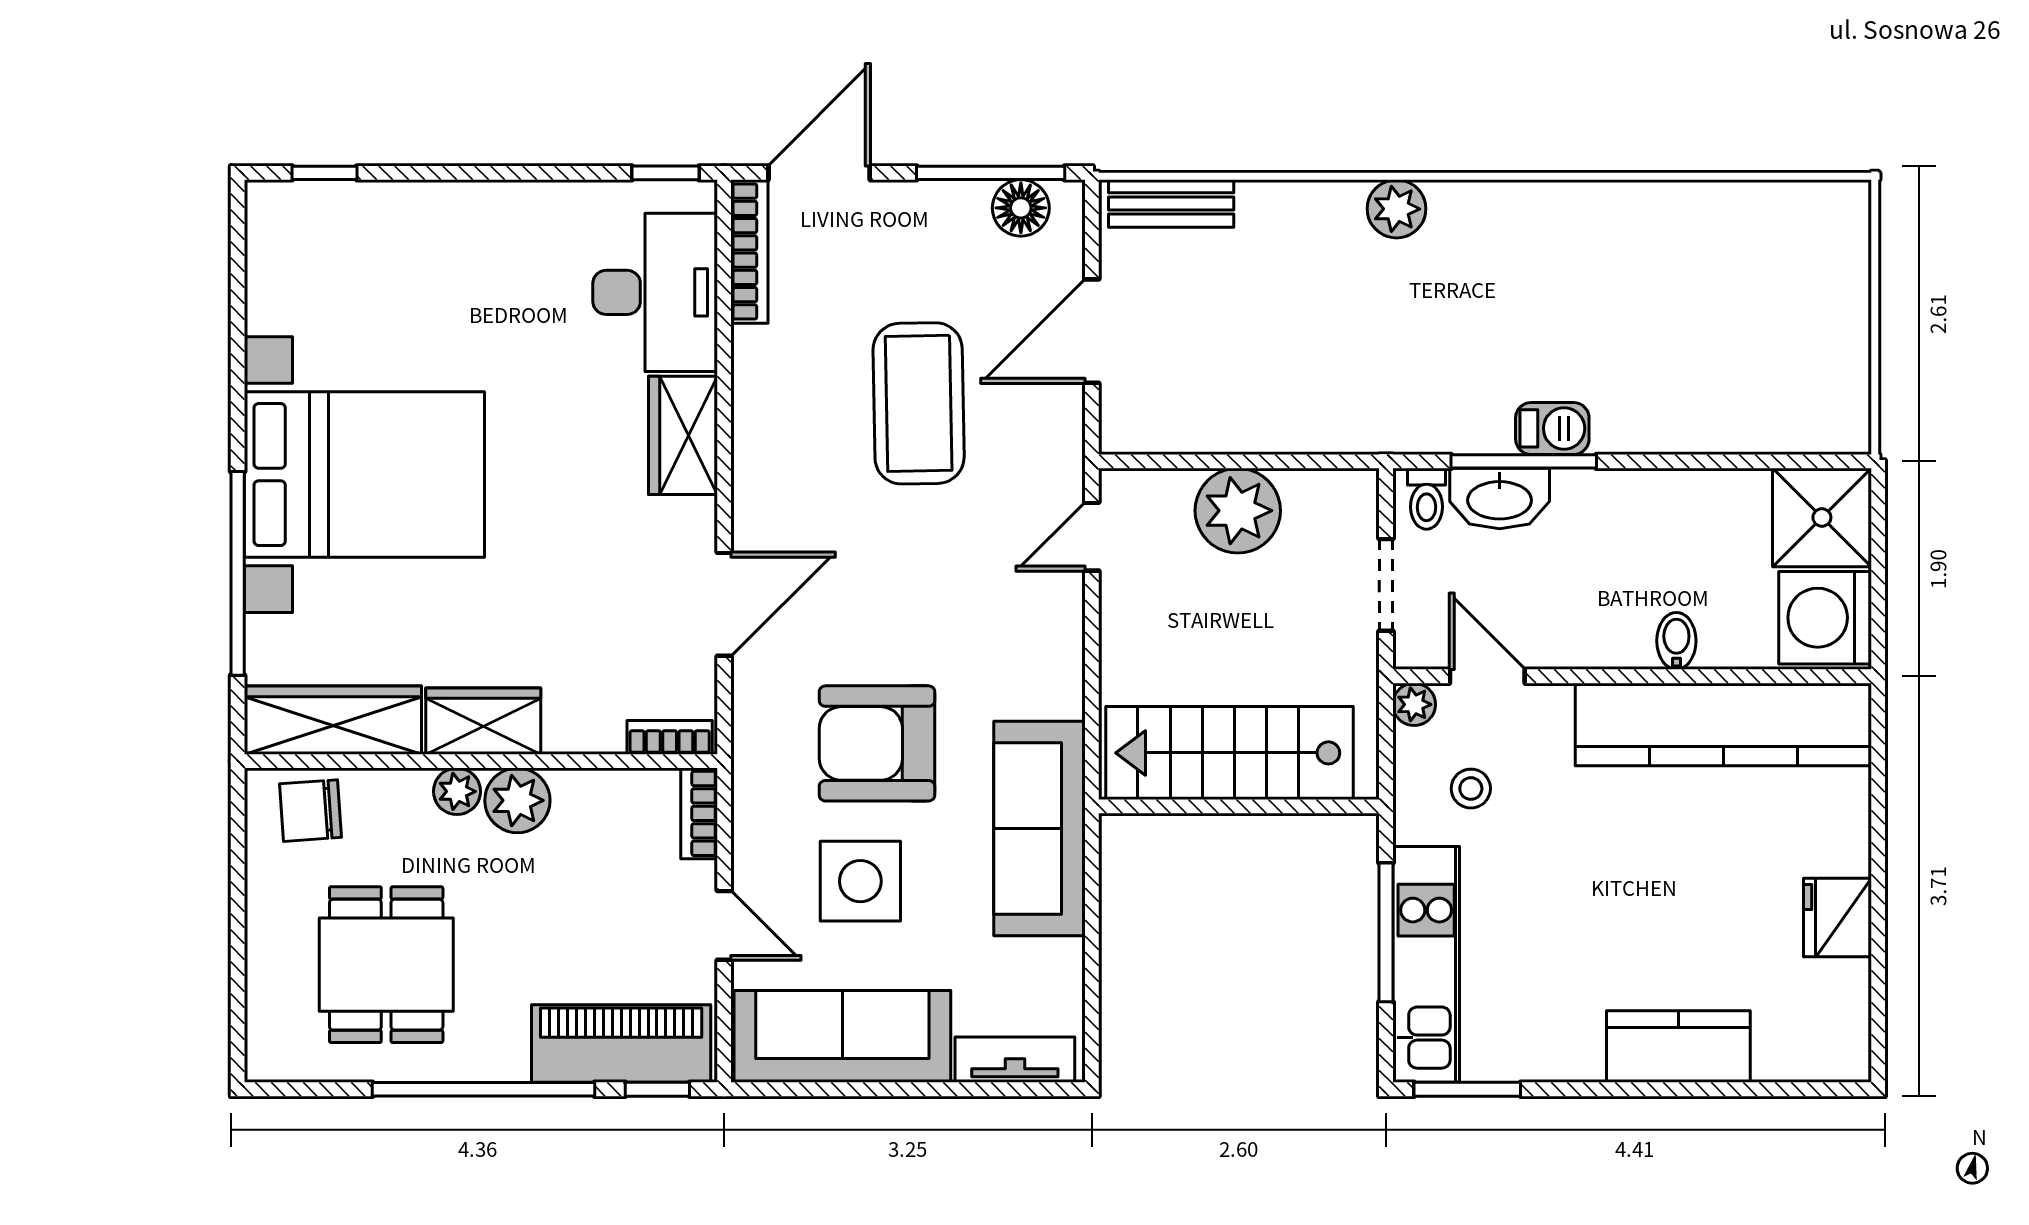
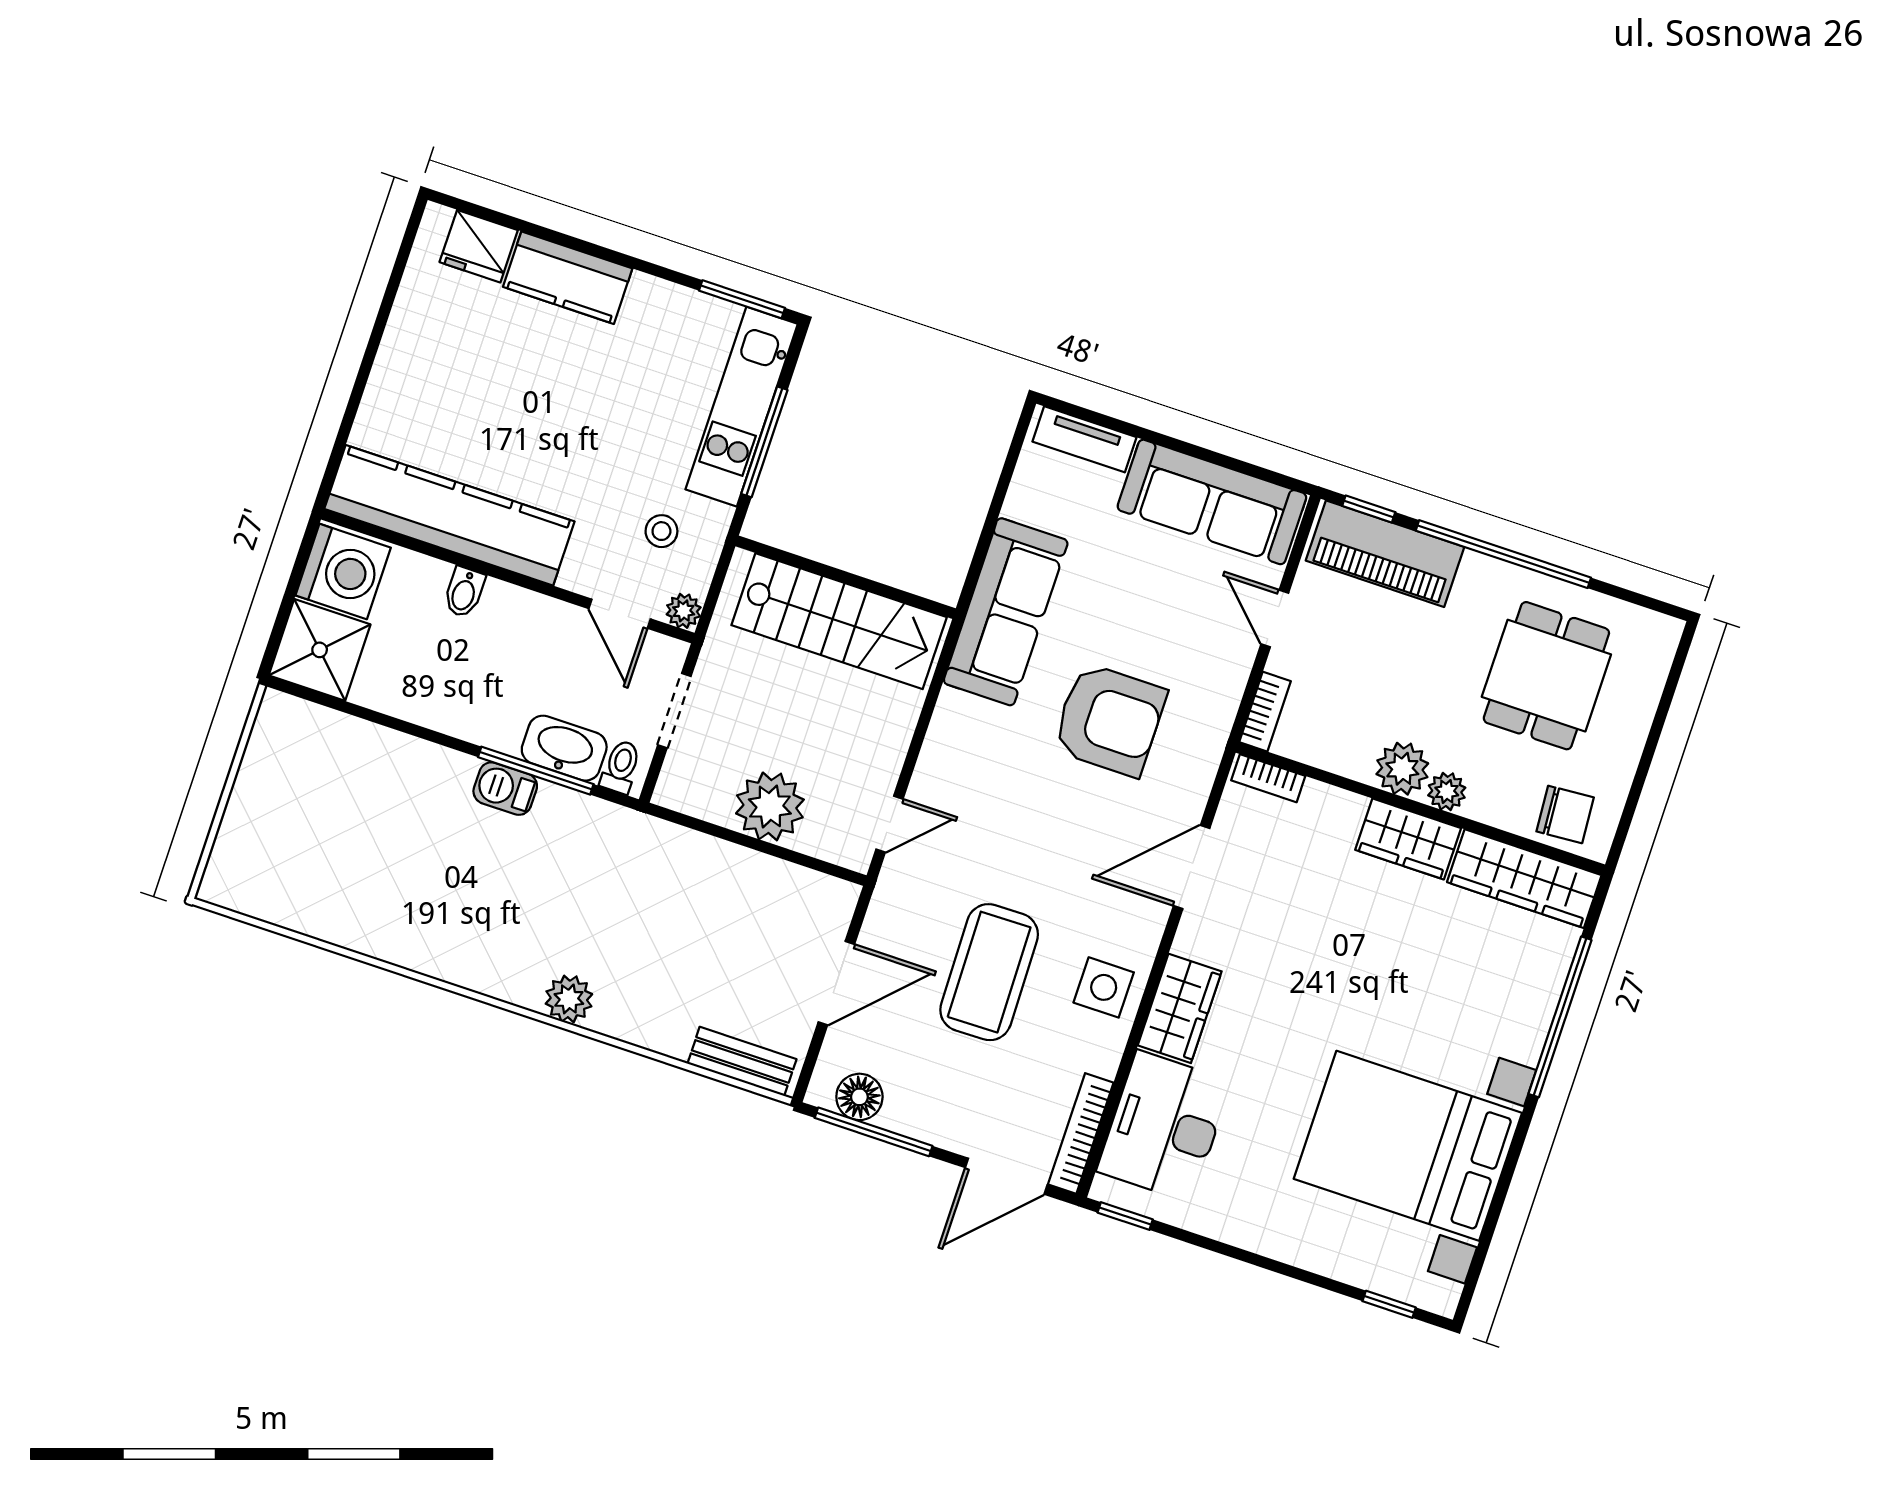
bed with nightstands: (364, 475) -> (1408, 1146), moved
side table: (860, 881) -> (1104, 987), moved, width x0.73, depth x0.73
fridge: (1837, 917) -> (479, 246), moved, turned 90

